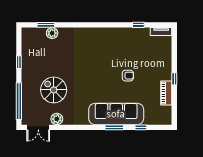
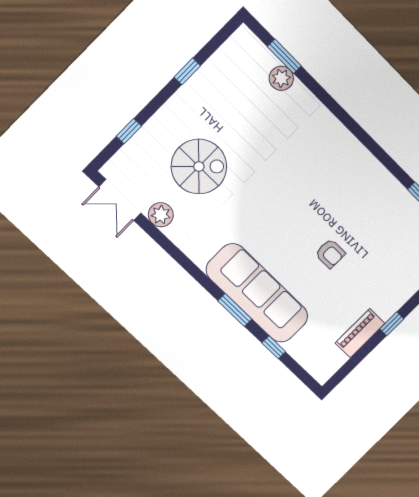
spiral stairs: (54, 90) -> (199, 167), turned 90
window: (19, 101) -> (129, 131), width x0.32

